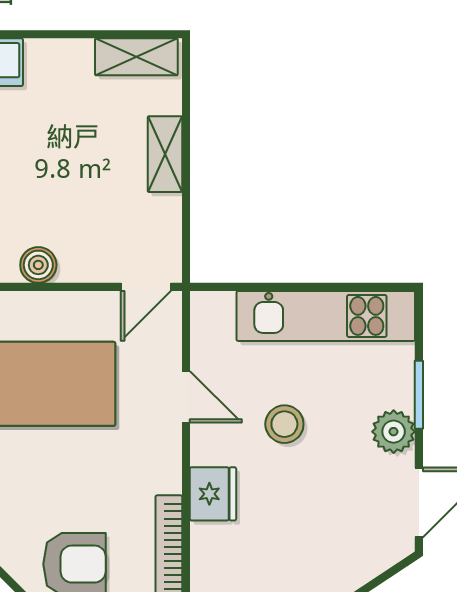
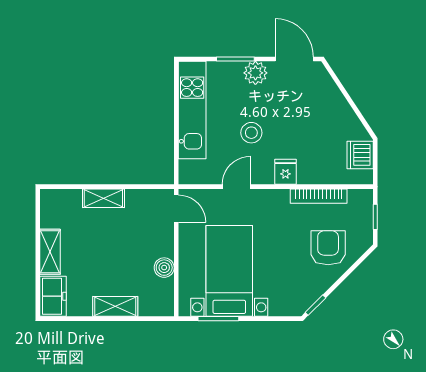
shelving: (136, 57) -> (50, 252), moved
fridge: (213, 494) -> (285, 172), width x0.72

